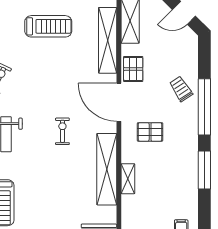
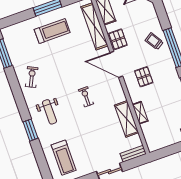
pallet: (150, 132) -> (144, 77), turned 90
shelving: (107, 169) -> (127, 119), width x0.68

